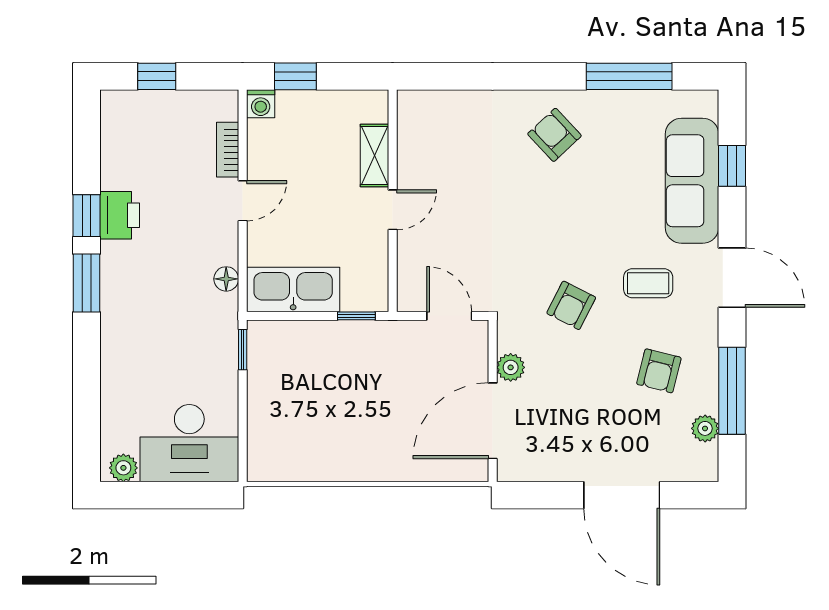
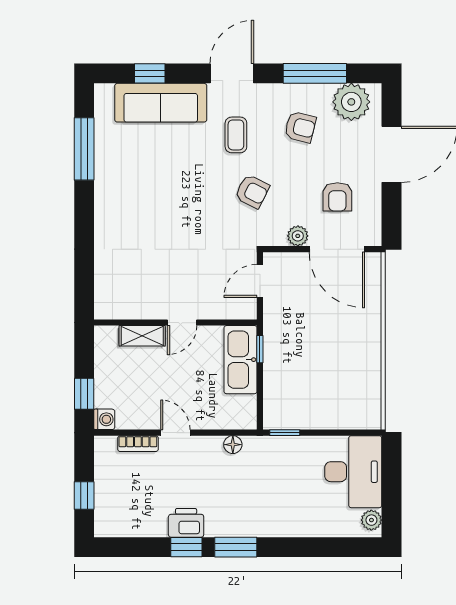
armchair: (554, 135) -> (337, 197), moved, turned -47
door: (393, 210) -> (182, 323), swing flipped
kitchen sink: (293, 289) -> (241, 360), moved
plant: (705, 428) -> (351, 102), width x1.88, depth x1.88

